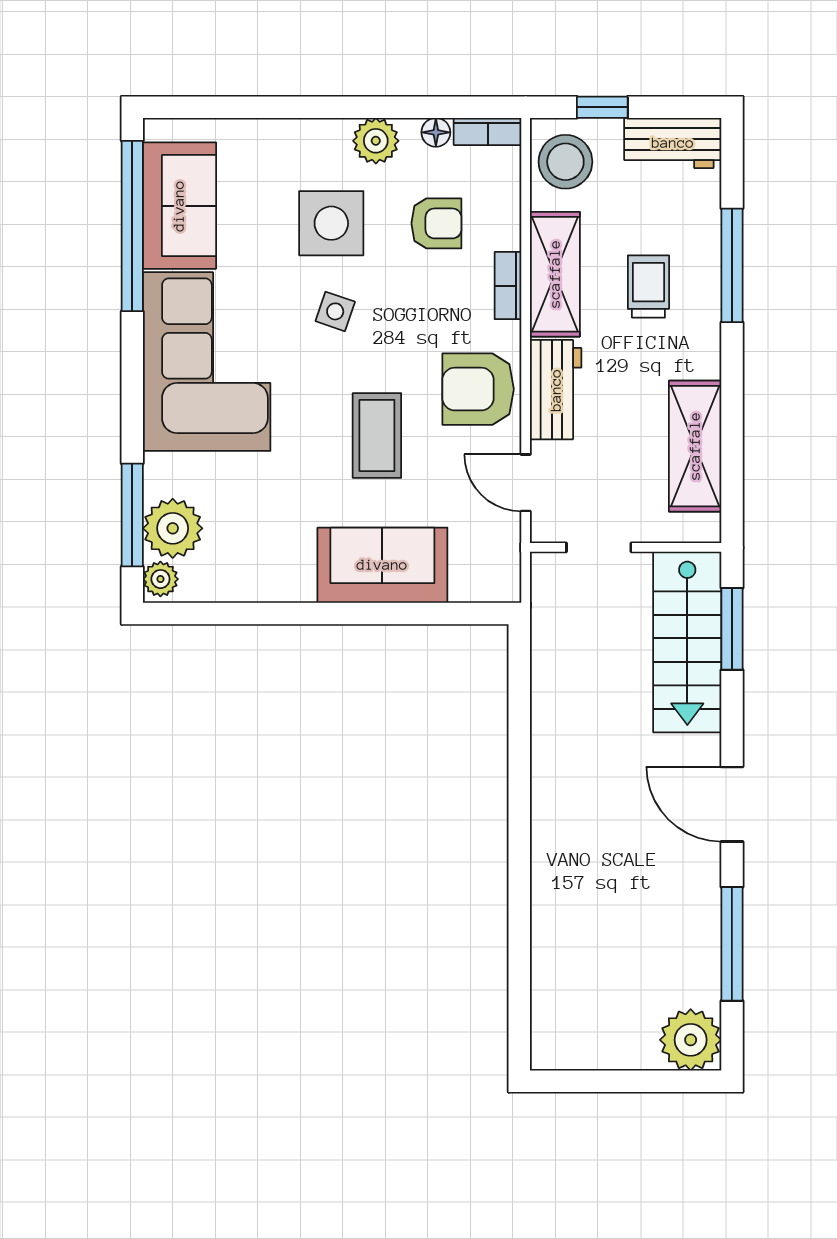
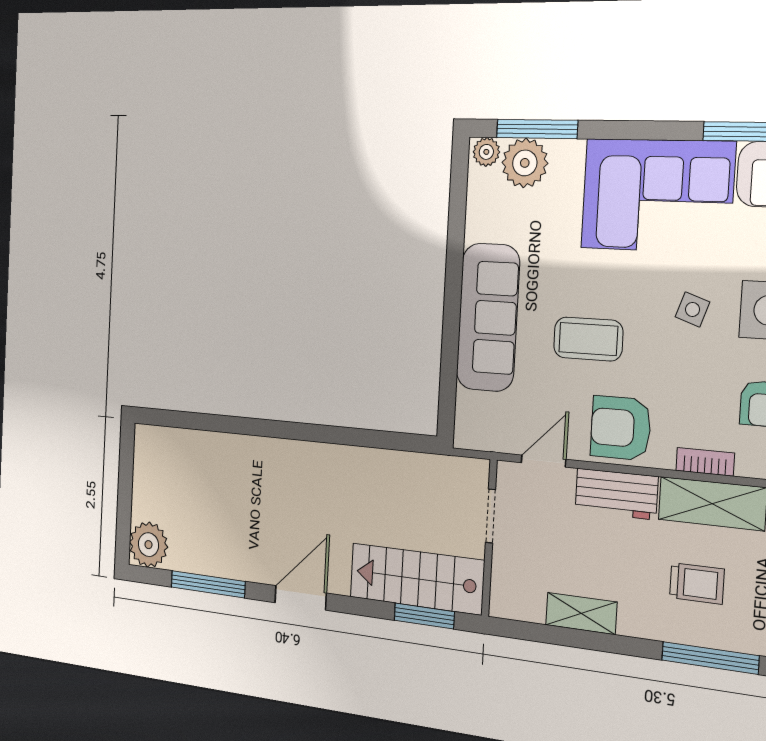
armchair: (478, 389) -> (621, 428), turned -90
shelving: (695, 446) -> (581, 613), width x0.67, depth x0.75
sofa: (382, 565) -> (488, 317), width x1.36

